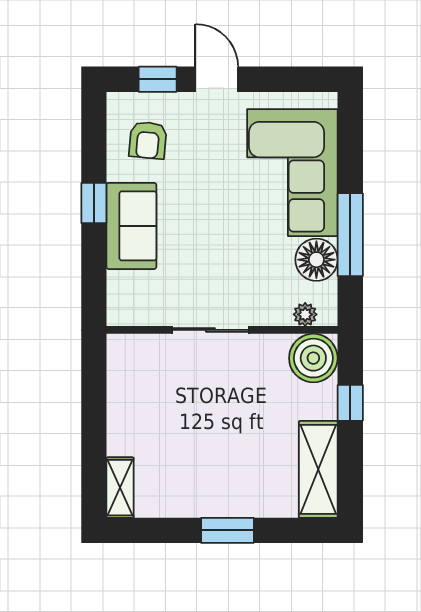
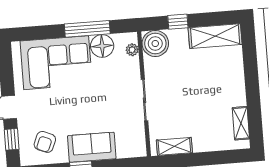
armchair: (148, 140) -> (45, 142), turned 108
shelving: (121, 378) -> (174, 146), added
shelving: (120, 488) -> (241, 123), moved, turned 90
window: (227, 530) -> (252, 82), removed

